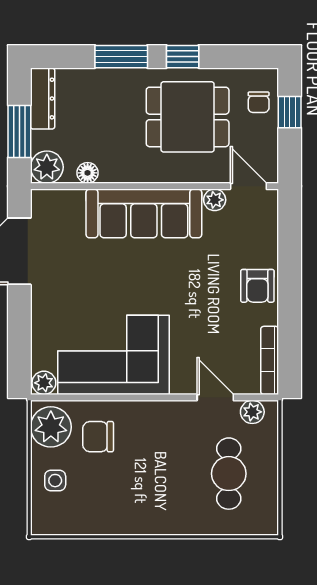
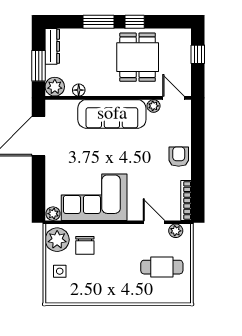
chair: (259, 102) -> (179, 49), removed
dining table: (188, 117) -> (138, 57), turned 90
armchair: (257, 286) -> (179, 157), turned 180
chair: (98, 437) -> (85, 245), turned -90
cafe table: (229, 474) -> (162, 267), turned 90

